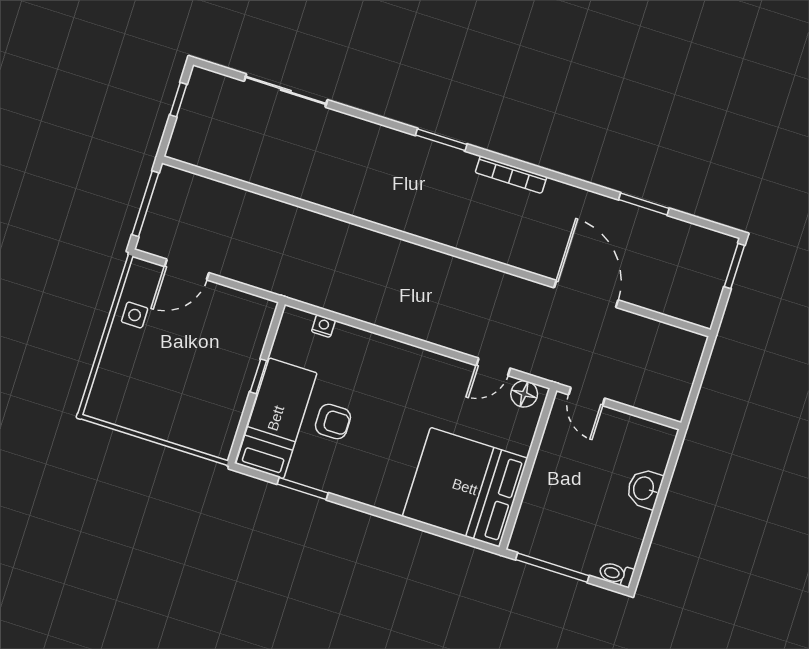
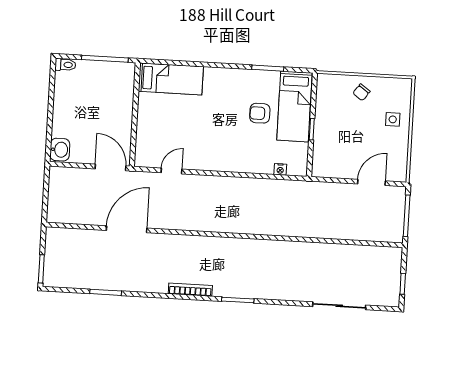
door: (586, 294) -> (127, 229), swing flipped
side table: (135, 315) -> (393, 119), moved
floor lamp: (524, 394) -> (149, 159), removed
door: (587, 396) -> (110, 167), width x1.38
chair: (167, 414) -> (361, 92), added
bed: (465, 487) -> (171, 79), width x0.49
washbasin: (644, 489) -> (60, 150), moved

